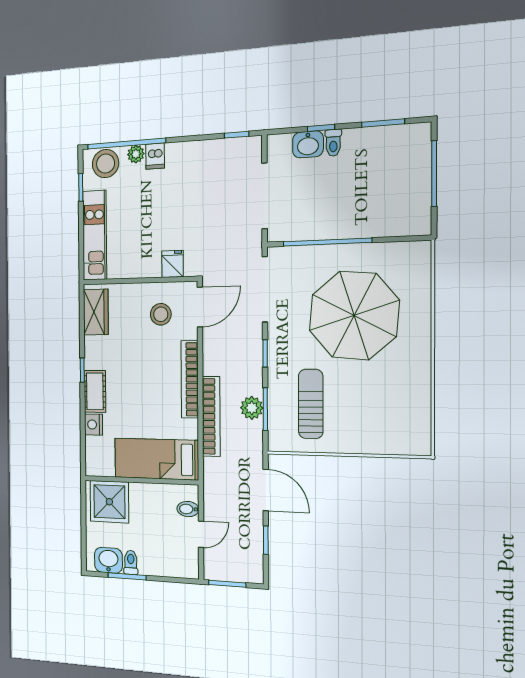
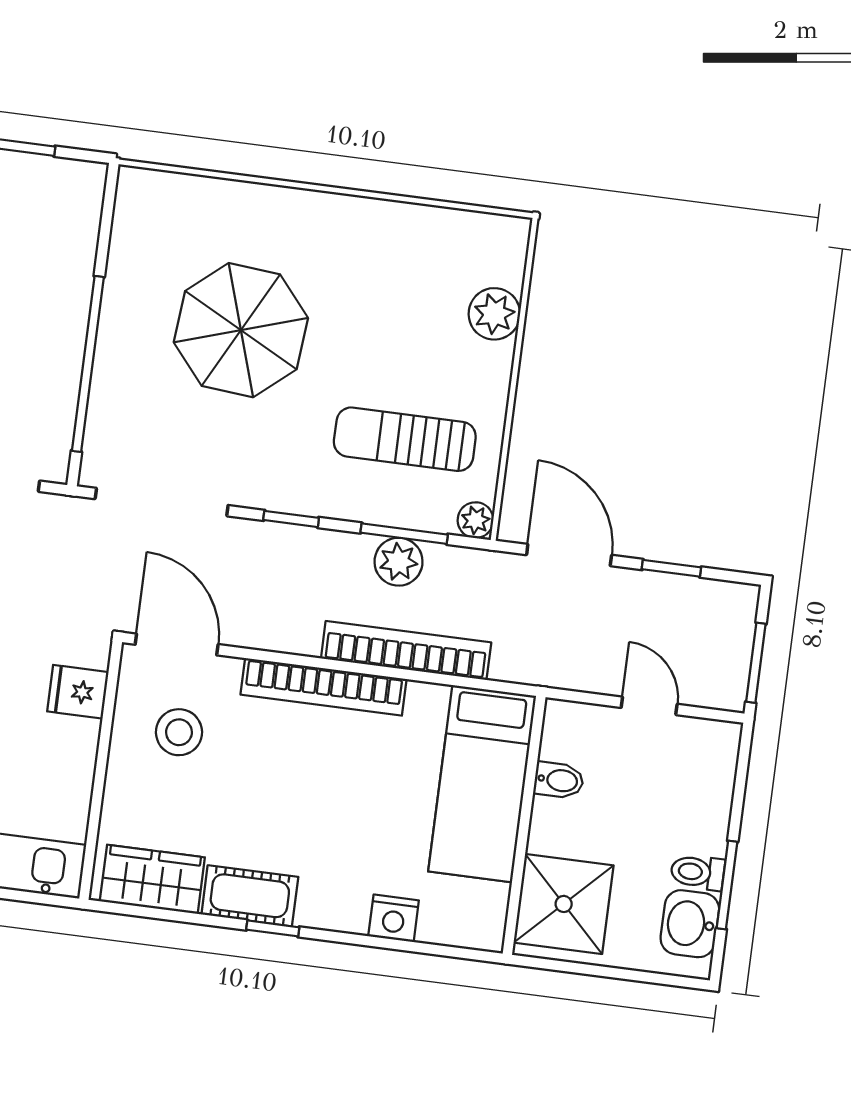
parasol: (354, 315) -> (241, 330), width x0.73, depth x0.73
cot: (95, 391) -> (250, 896), moved
plant: (379, 442) -> (494, 314), added
plant: (276, 443) -> (475, 520), added
door: (266, 490) -> (569, 555), hinge flipped
bidet: (188, 509) -> (559, 780), moved, turned -90

